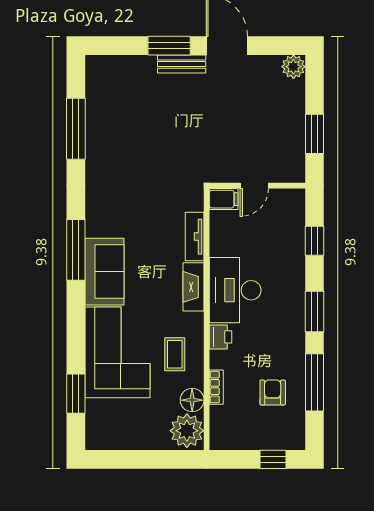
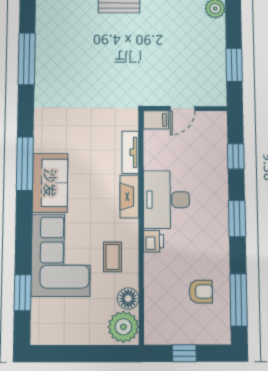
window: (314, 382) -> (239, 300), moved
bookcase: (216, 387) -> (150, 287), removed
armchair: (273, 392) -> (201, 292), turned 90
window: (273, 459) -> (184, 353), moved

